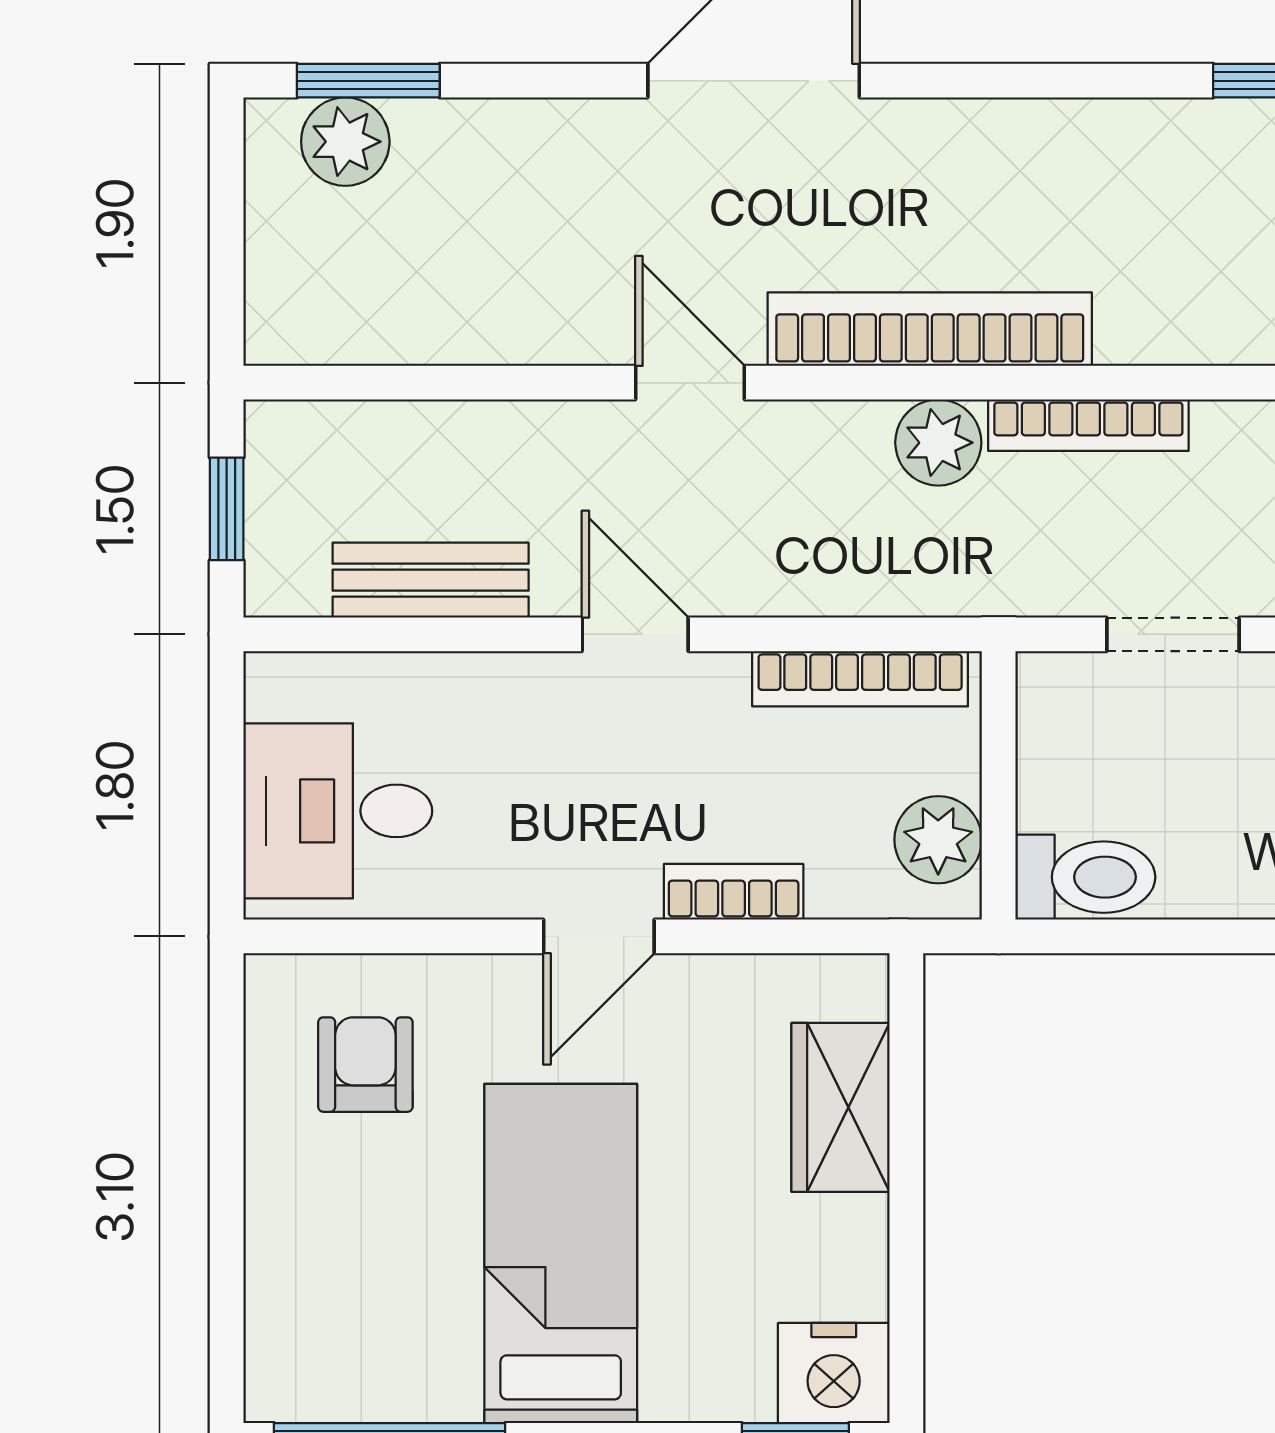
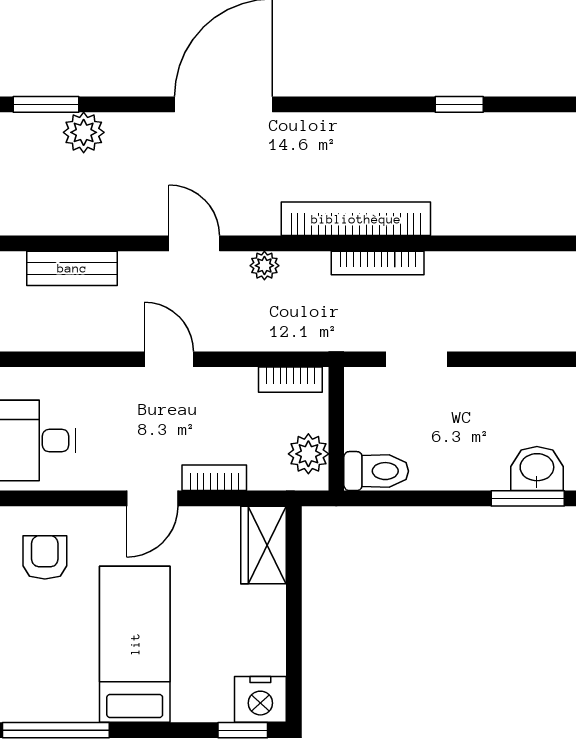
plant: (345, 142) -> (84, 132), moved
bookcase: (930, 329) -> (356, 219), moved
plant: (938, 443) -> (264, 266), moved, width x0.73, depth x0.73
bench: (431, 580) -> (72, 268), moved
bookcase: (860, 679) -> (290, 380), width x0.64
wardrobe: (841, 1107) -> (263, 545), moved

